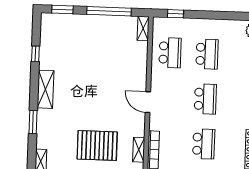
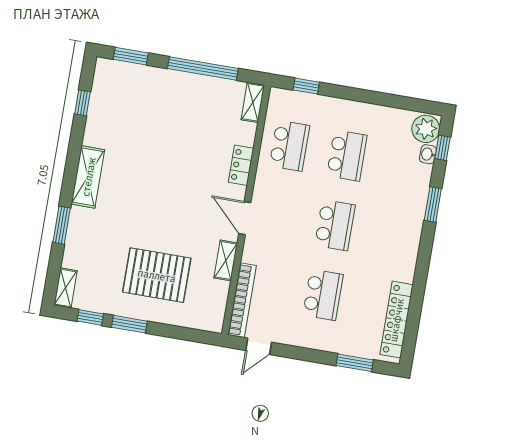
window: (35, 54) -> (83, 103), moved
locker: (141, 69) -> (241, 165), added
shelving: (139, 150) -> (226, 260), moved

